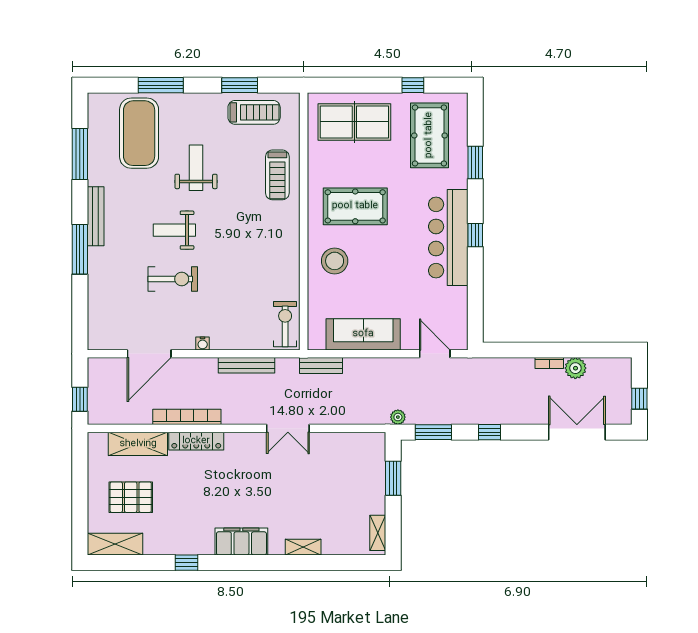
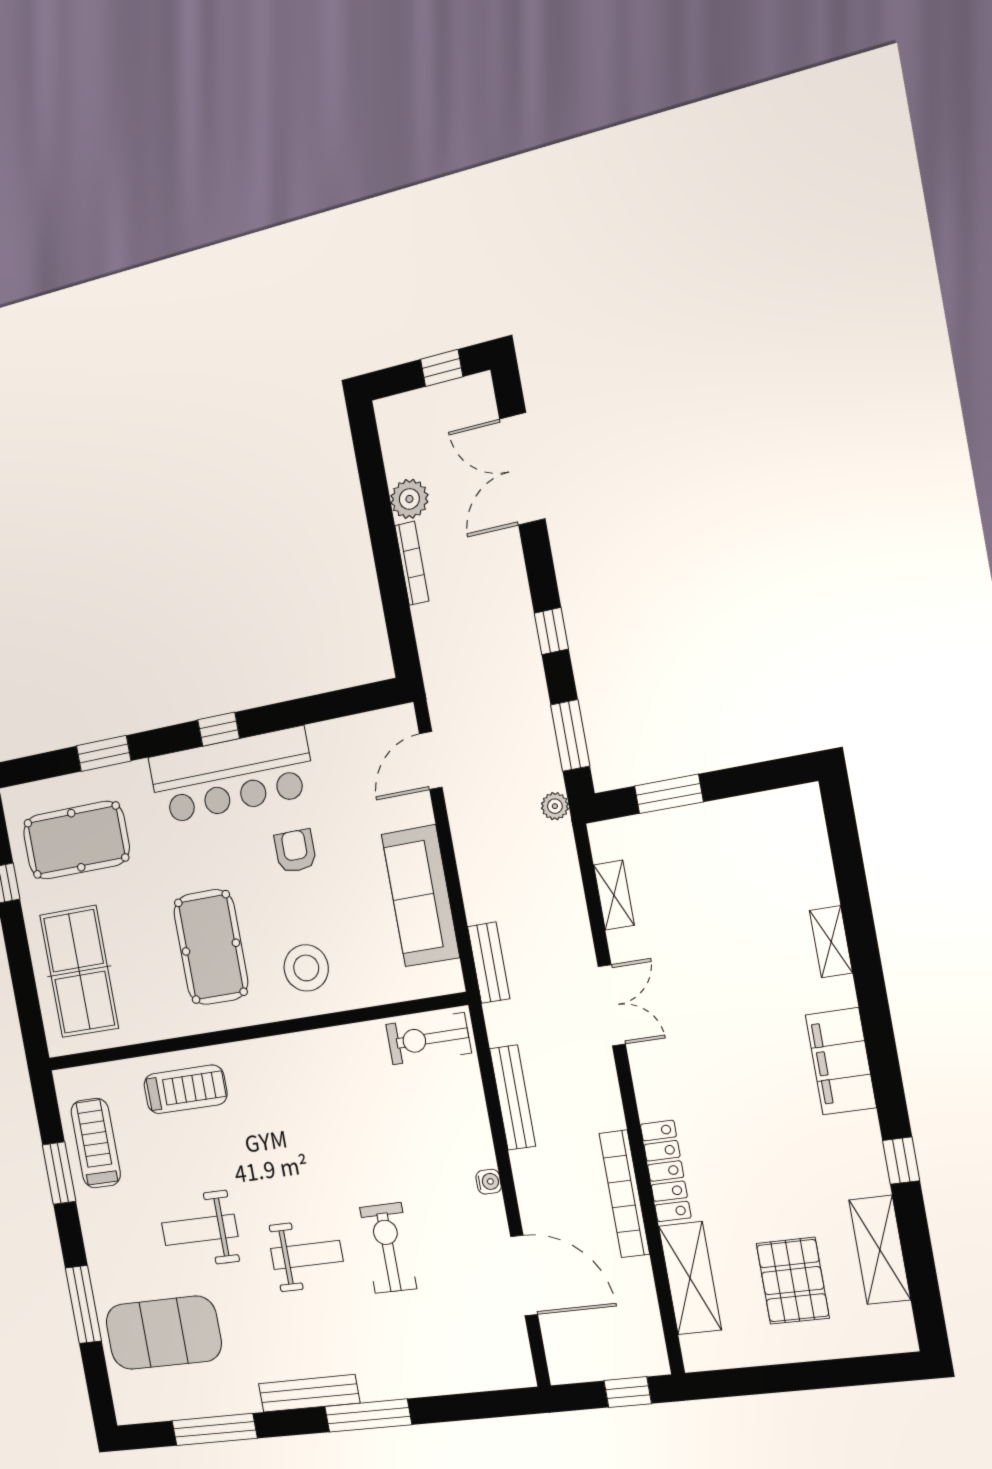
weight bench: (174, 230) -> (307, 1255), turned -90
armchair: (400, 267) -> (295, 851), added
bookcase: (549, 363) -> (412, 563), width x1.56
shelving: (378, 533) -> (614, 895), moved, turned 90
shelving: (115, 544) -> (880, 1250), moved

